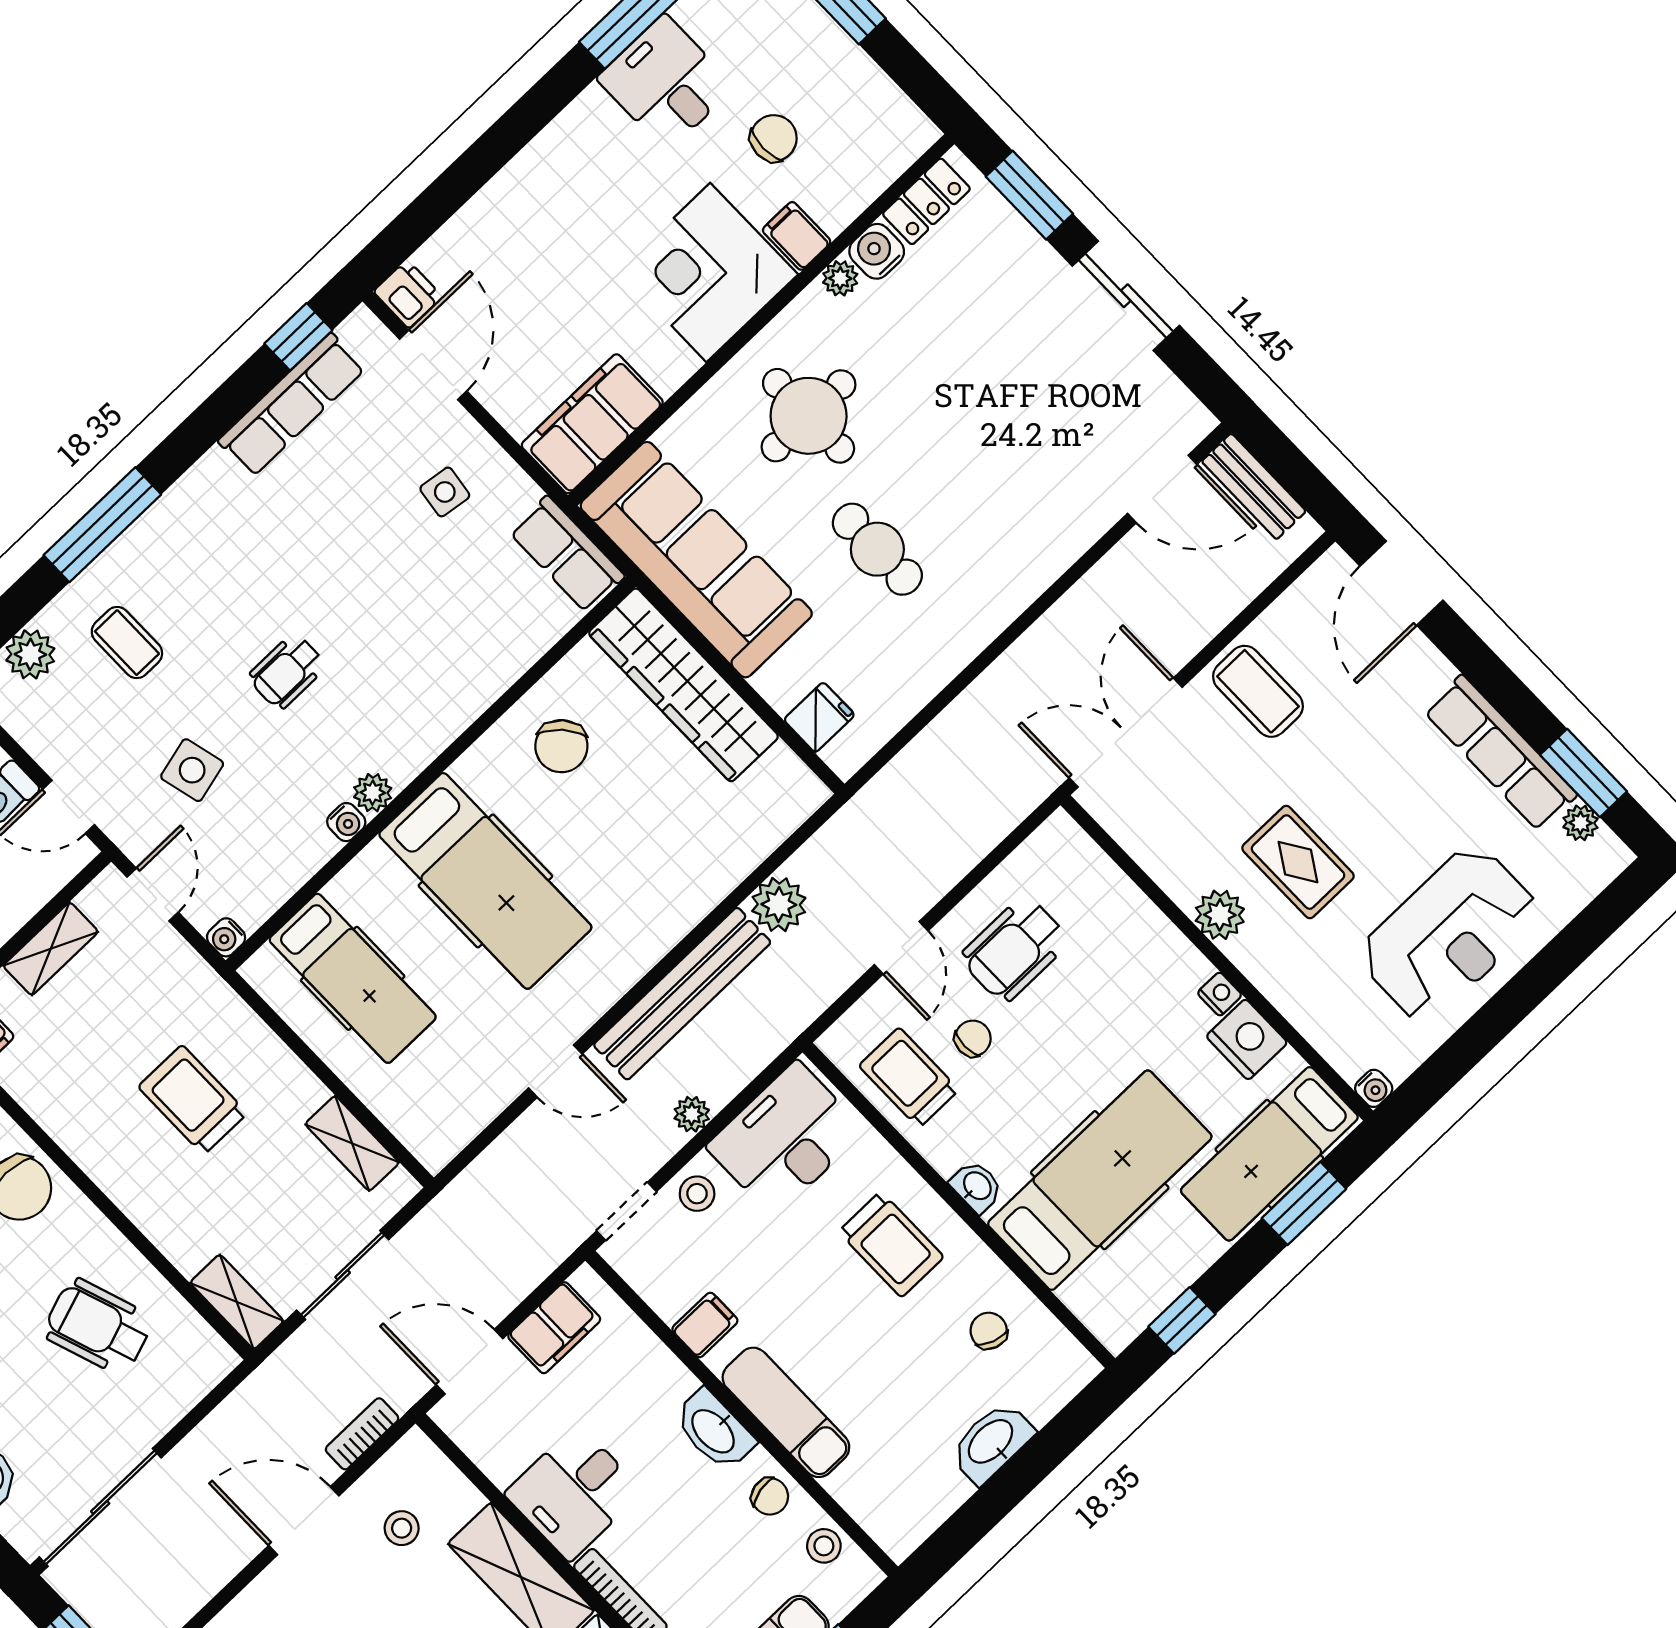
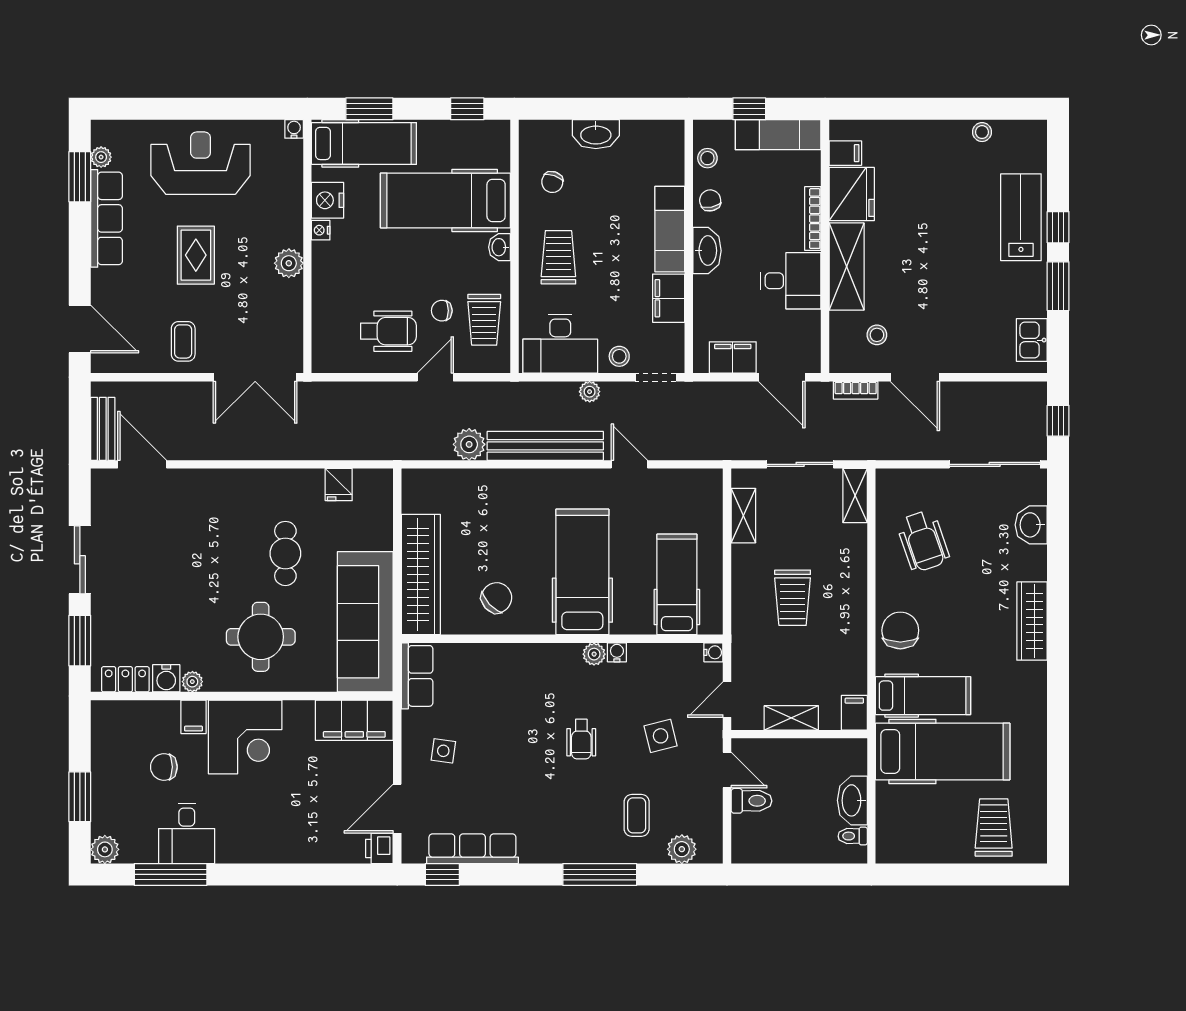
door: (1401, 583) -> (80, 329), hinge flipped
wheelchair: (287, 671) -> (581, 739), turned 90
coffee table: (1258, 691) -> (183, 341), width x0.73, depth x0.77
fridge: (819, 717) -> (339, 485), moved, turned -90
rug: (1298, 862) -> (196, 255), moved
filing cabinet: (705, 1325) -> (669, 298), width x2.00

